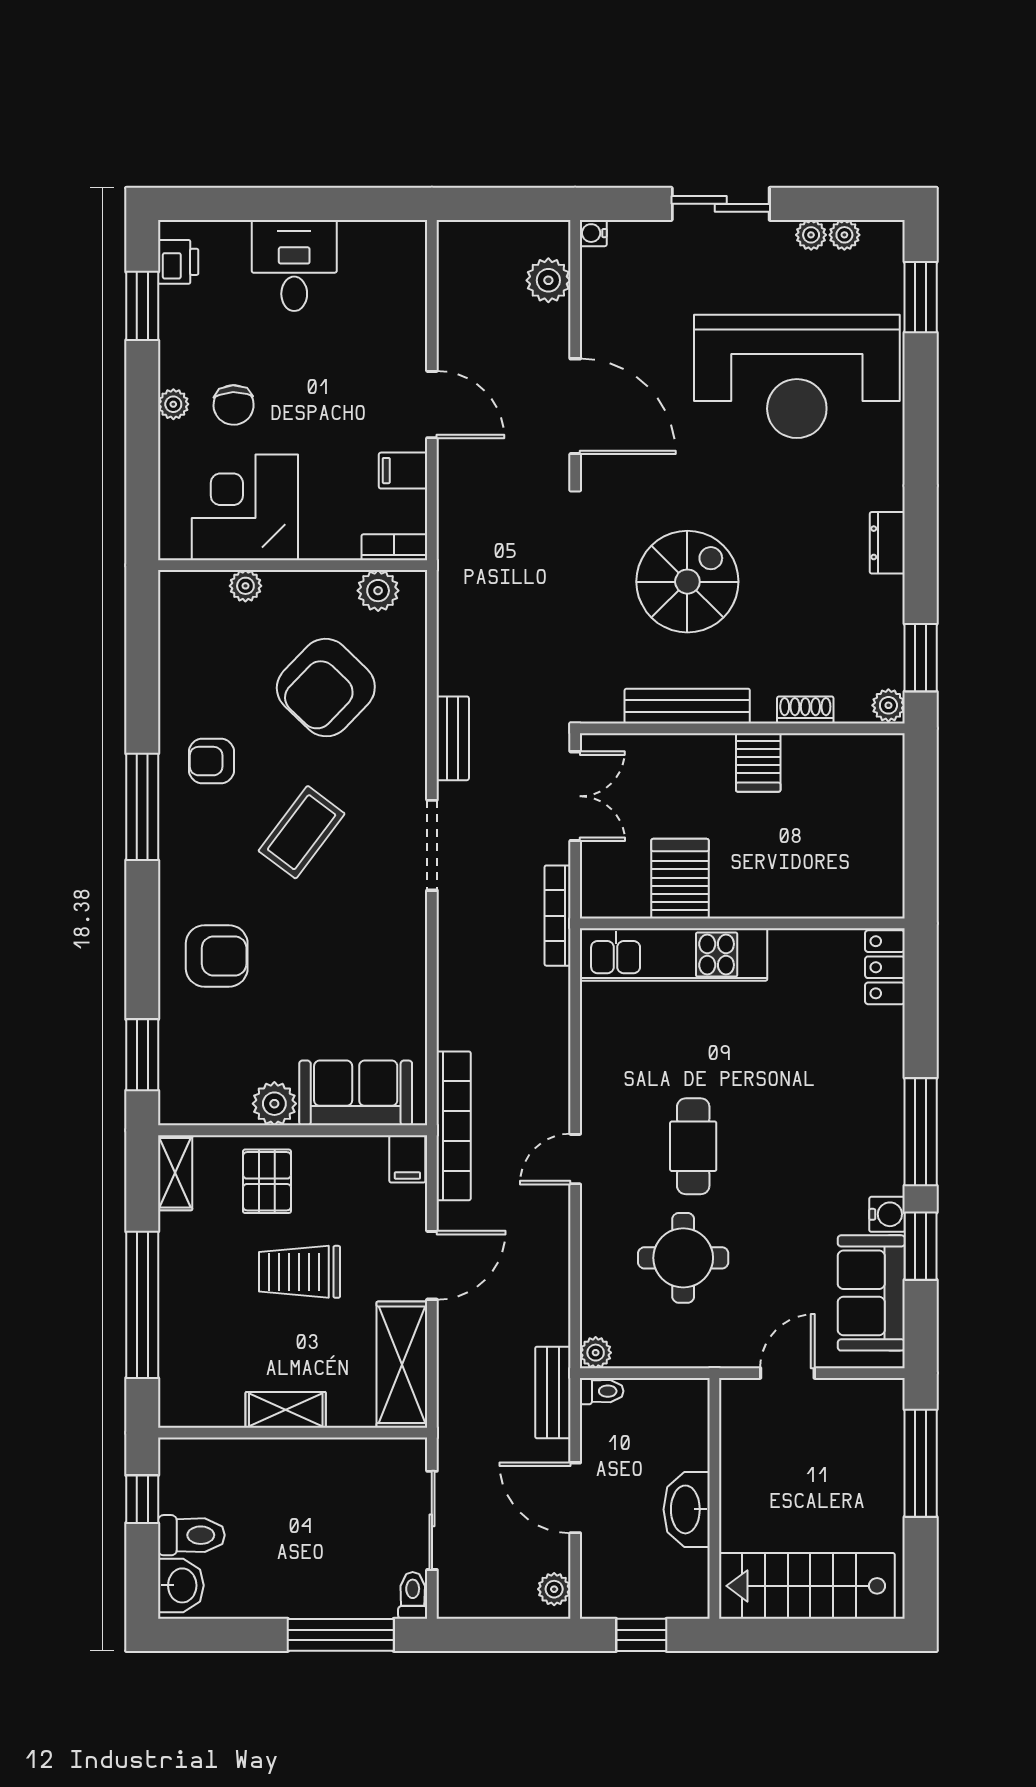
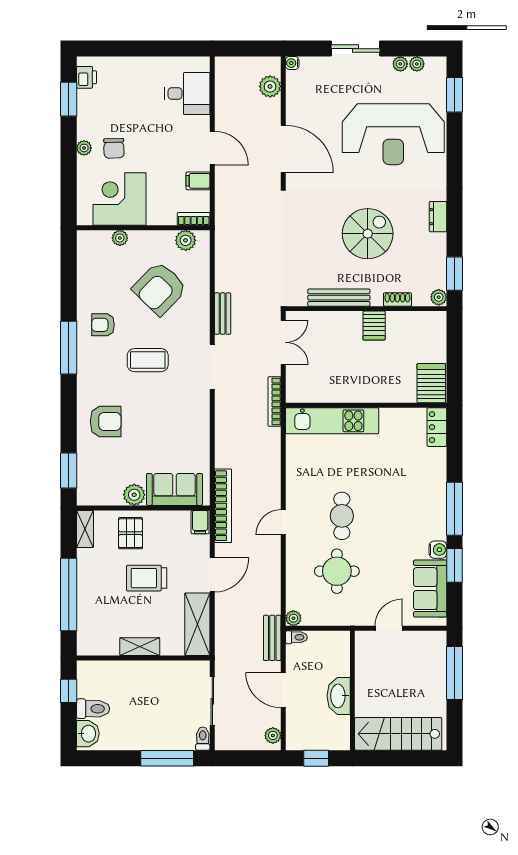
desk: (294, 265) -> (187, 93), moved, turned 90
spiral stairs: (687, 582) -> (368, 234), moved
coffee table: (302, 832) -> (148, 360), turned 53
server rack: (680, 879) -> (431, 383), moved

